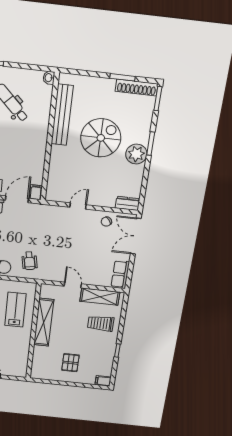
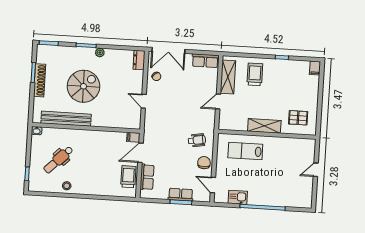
shoe rack: (137, 88) -> (40, 80), moved
spiral stairs: (101, 138) -> (84, 86), turned 90
plant: (136, 154) -> (100, 53), width x0.53, depth x0.53
door: (17, 199) -> (141, 153), hinge flipped
shelving: (44, 322) -> (264, 126), width x0.68
trolley: (101, 323) -> (255, 74), turned 180
pallet: (70, 363) -> (298, 118), moved

